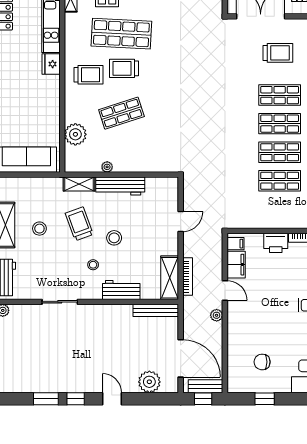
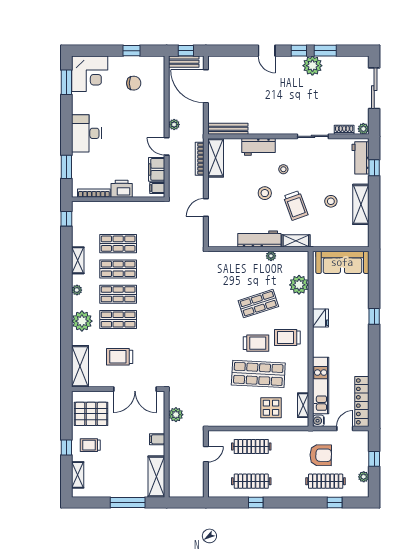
fridge: (51, 64) -> (321, 318), moved
shoe rack: (24, 309) -> (344, 130), added
plant: (149, 382) -> (312, 66), moved

